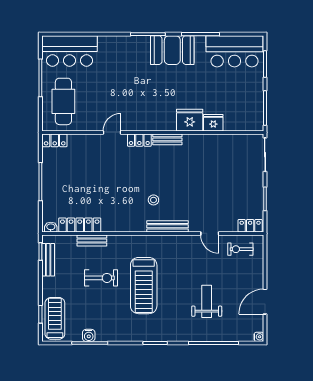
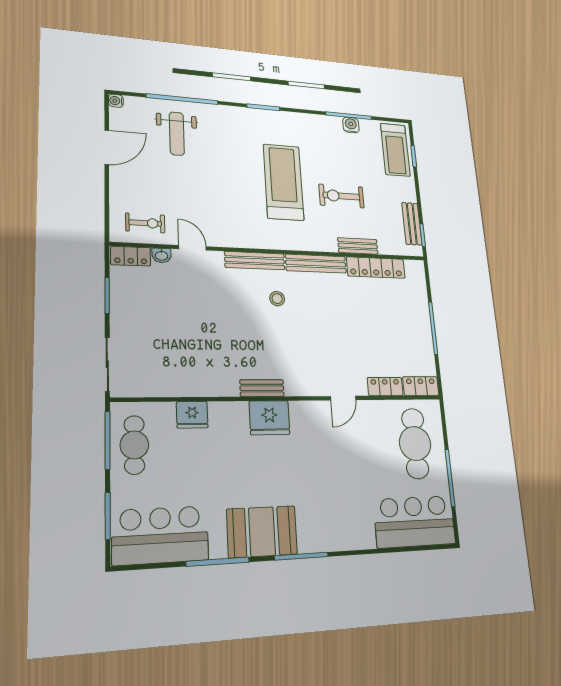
cafe table: (249, 105) -> (134, 445), added
fridge: (190, 120) -> (269, 418), moved
locker: (139, 140) -> (385, 386), moved
bench: (124, 226) -> (316, 264), added
washbasin: (51, 227) -> (162, 255), moved
weight bench: (207, 301) -> (177, 134), moved

